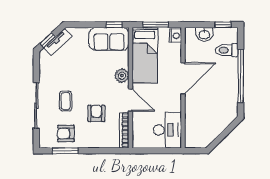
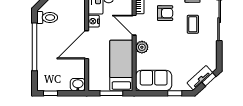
window: (114, 25) -> (175, 93), moved
washbasin: (204, 34) -> (78, 85), moved
nightstand: (175, 36) -> (94, 21), moved
toilet: (227, 50) -> (47, 18), moved
armchair: (96, 113) -> (165, 13), turned -90

